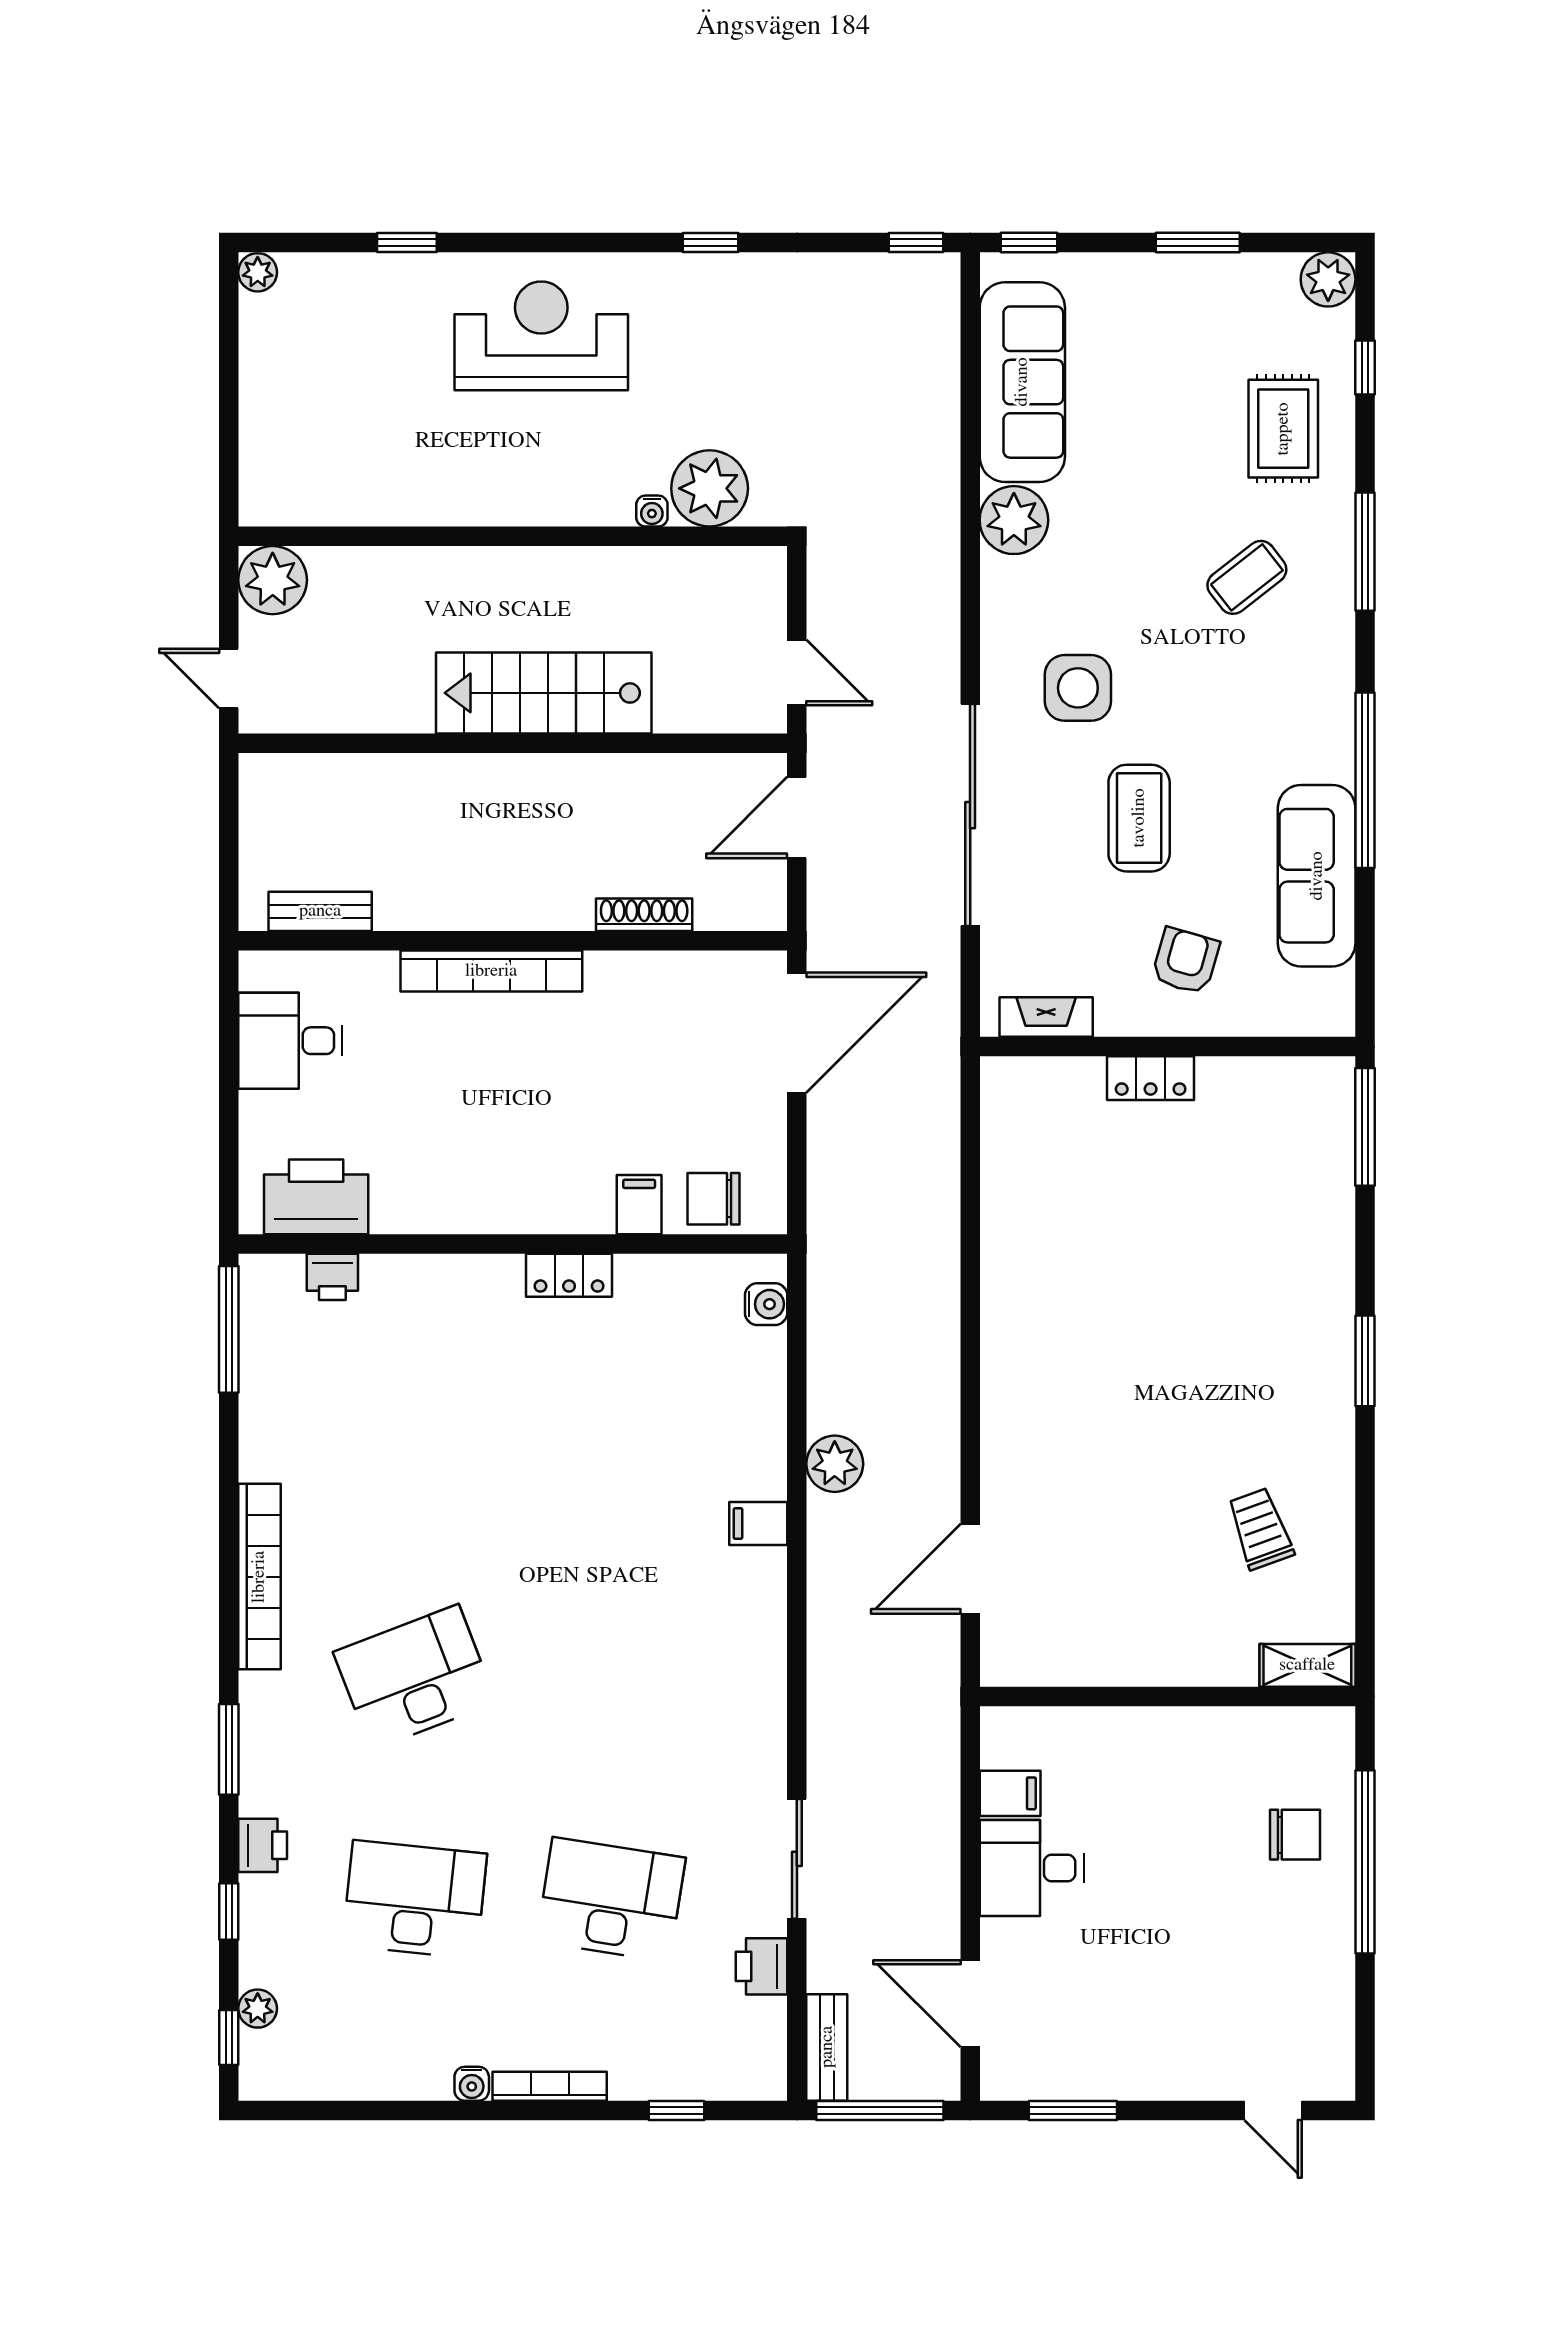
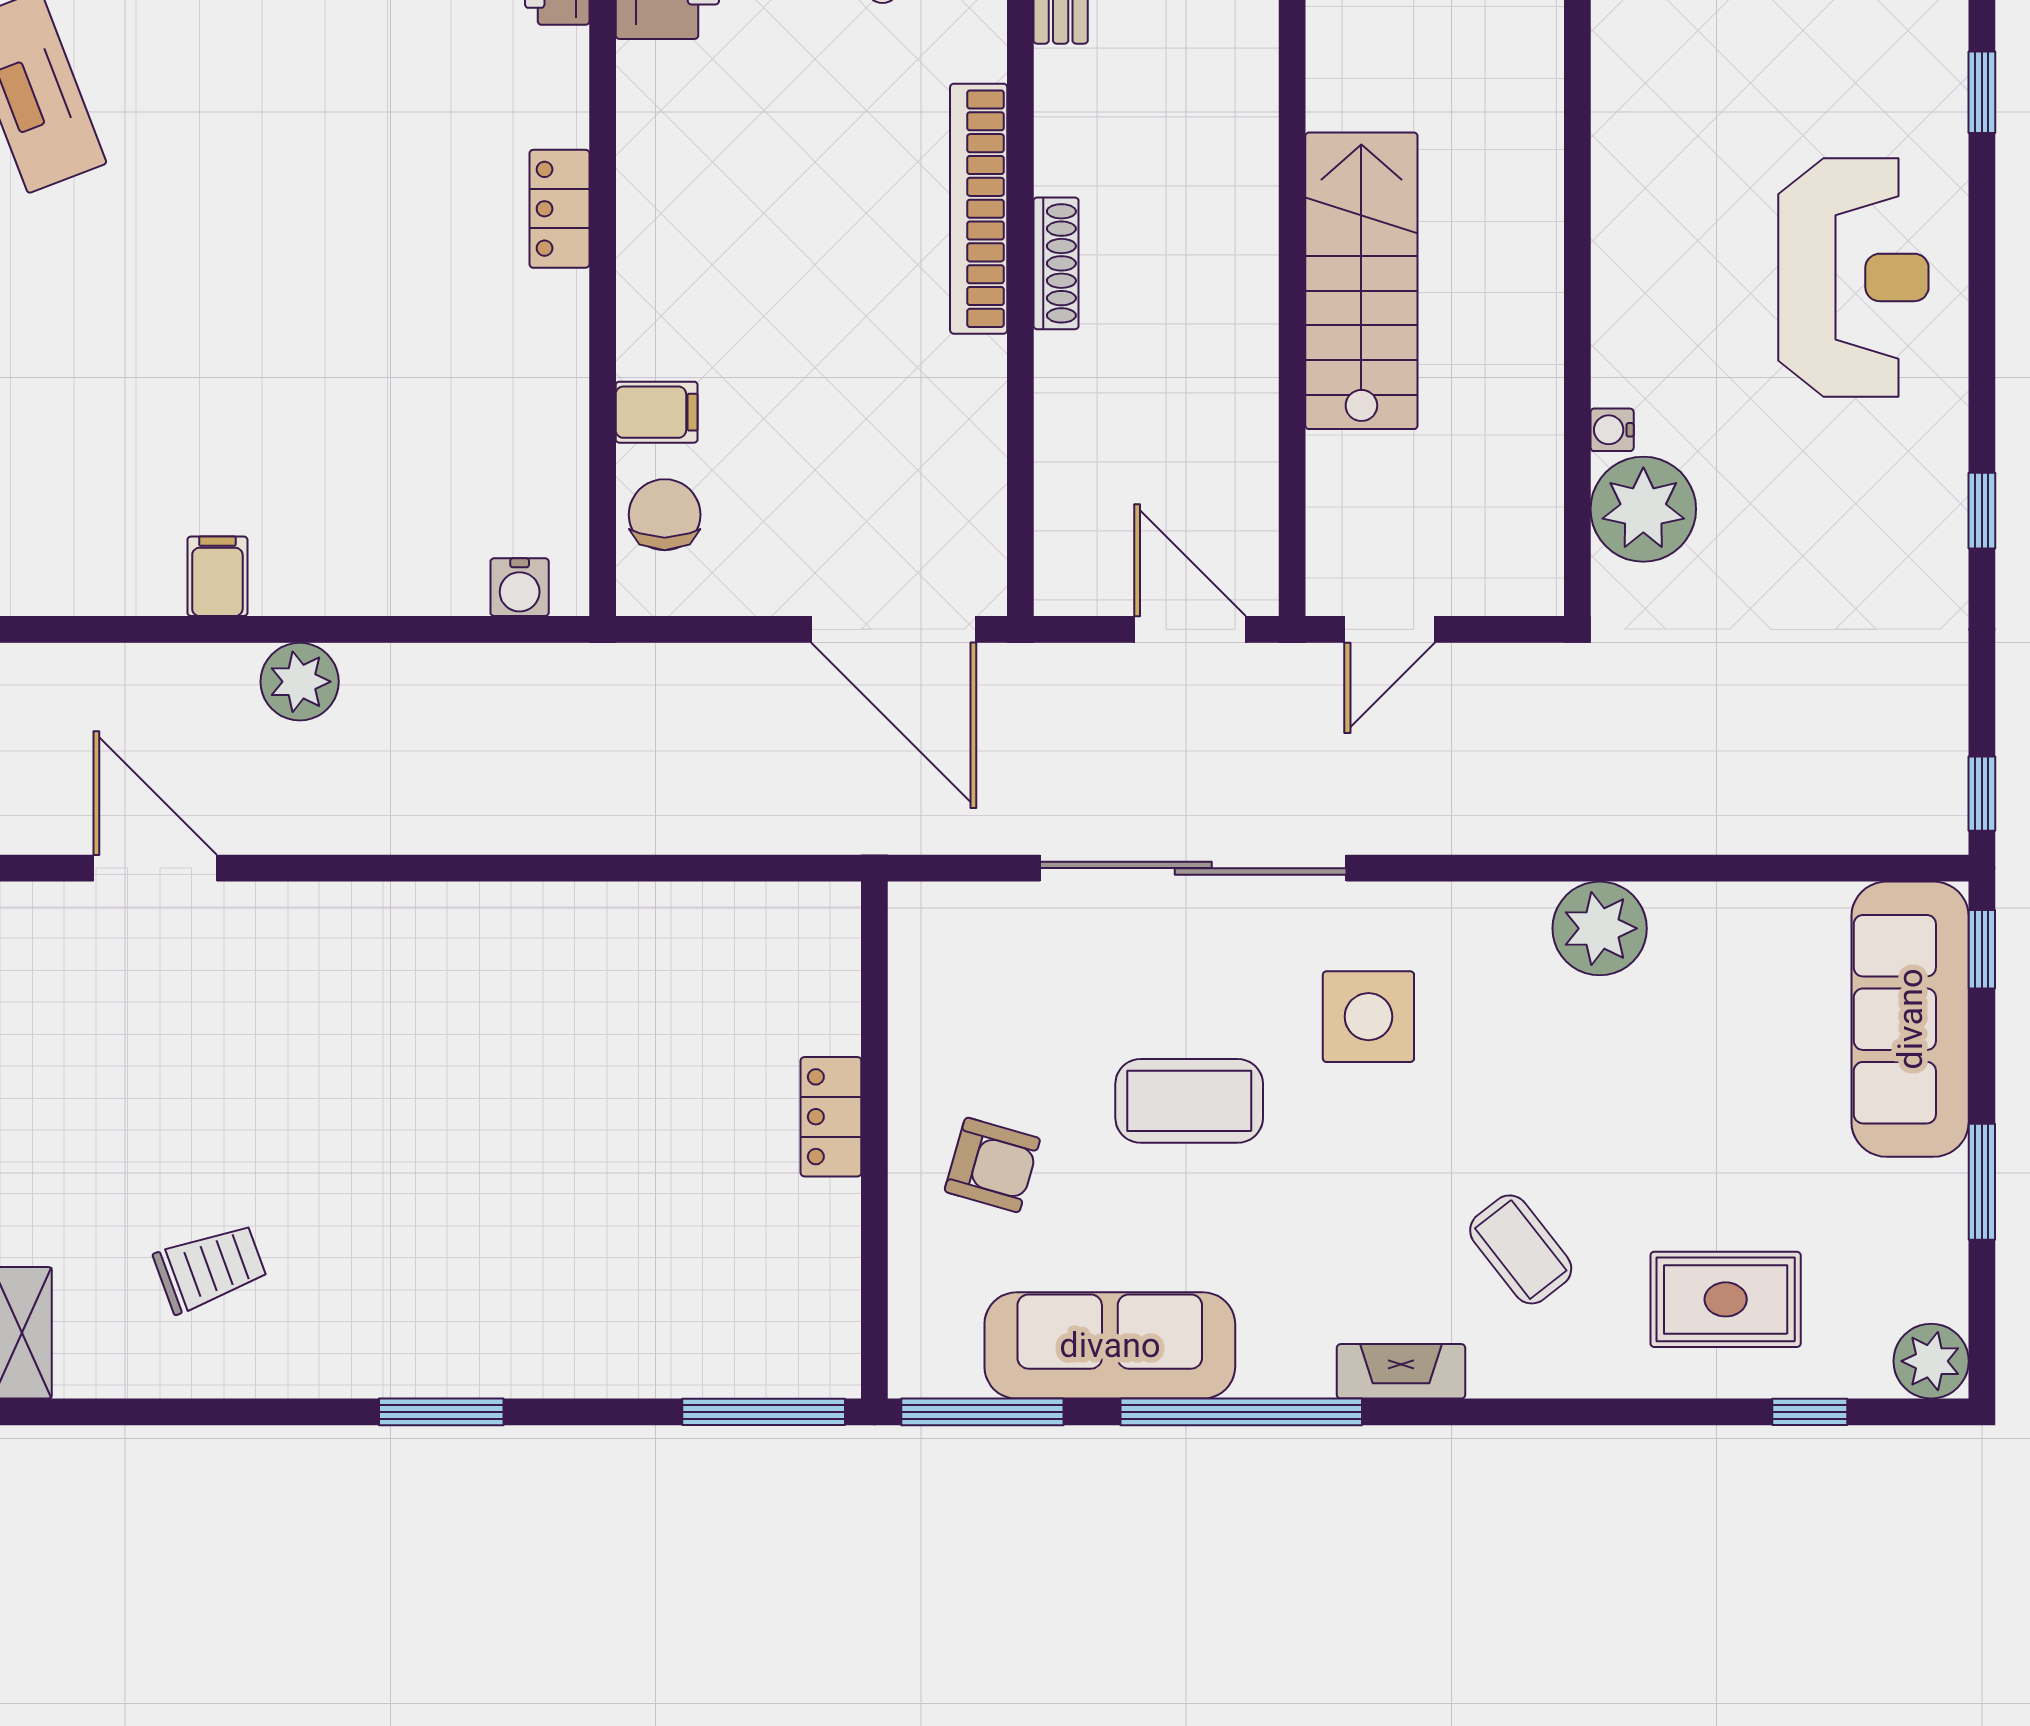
sofa: (1022, 382) -> (1910, 1019), moved, turned 90
window: (1365, 552) -> (982, 1412), moved
shoe rack: (644, 915) -> (1056, 263), moved
fireplace: (1046, 1017) -> (1401, 1371), moved, turned -90
locker: (569, 1275) -> (559, 209), moved

